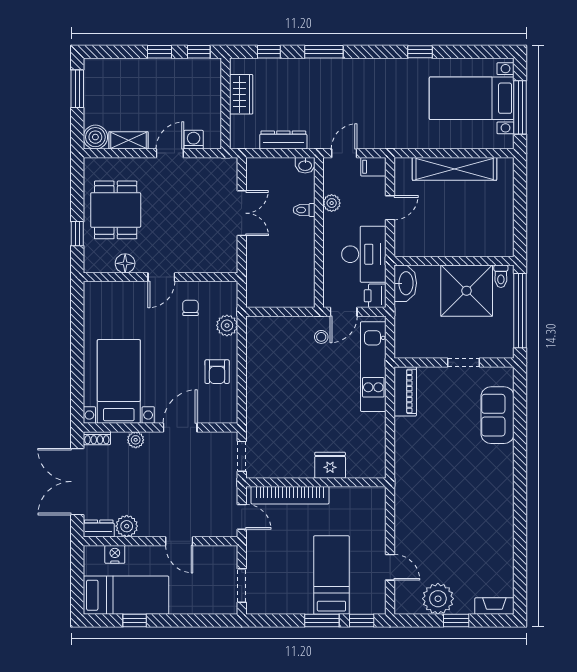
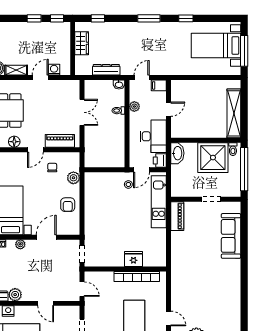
window: (324, 52) -> (149, 18), moved
shelving: (455, 169) -> (234, 113), moved, turned 90
piano: (204, 262) -> (60, 141), added
sofa: (498, 415) -> (231, 236), width x1.36
bookcase: (290, 495) -> (137, 277), moved

